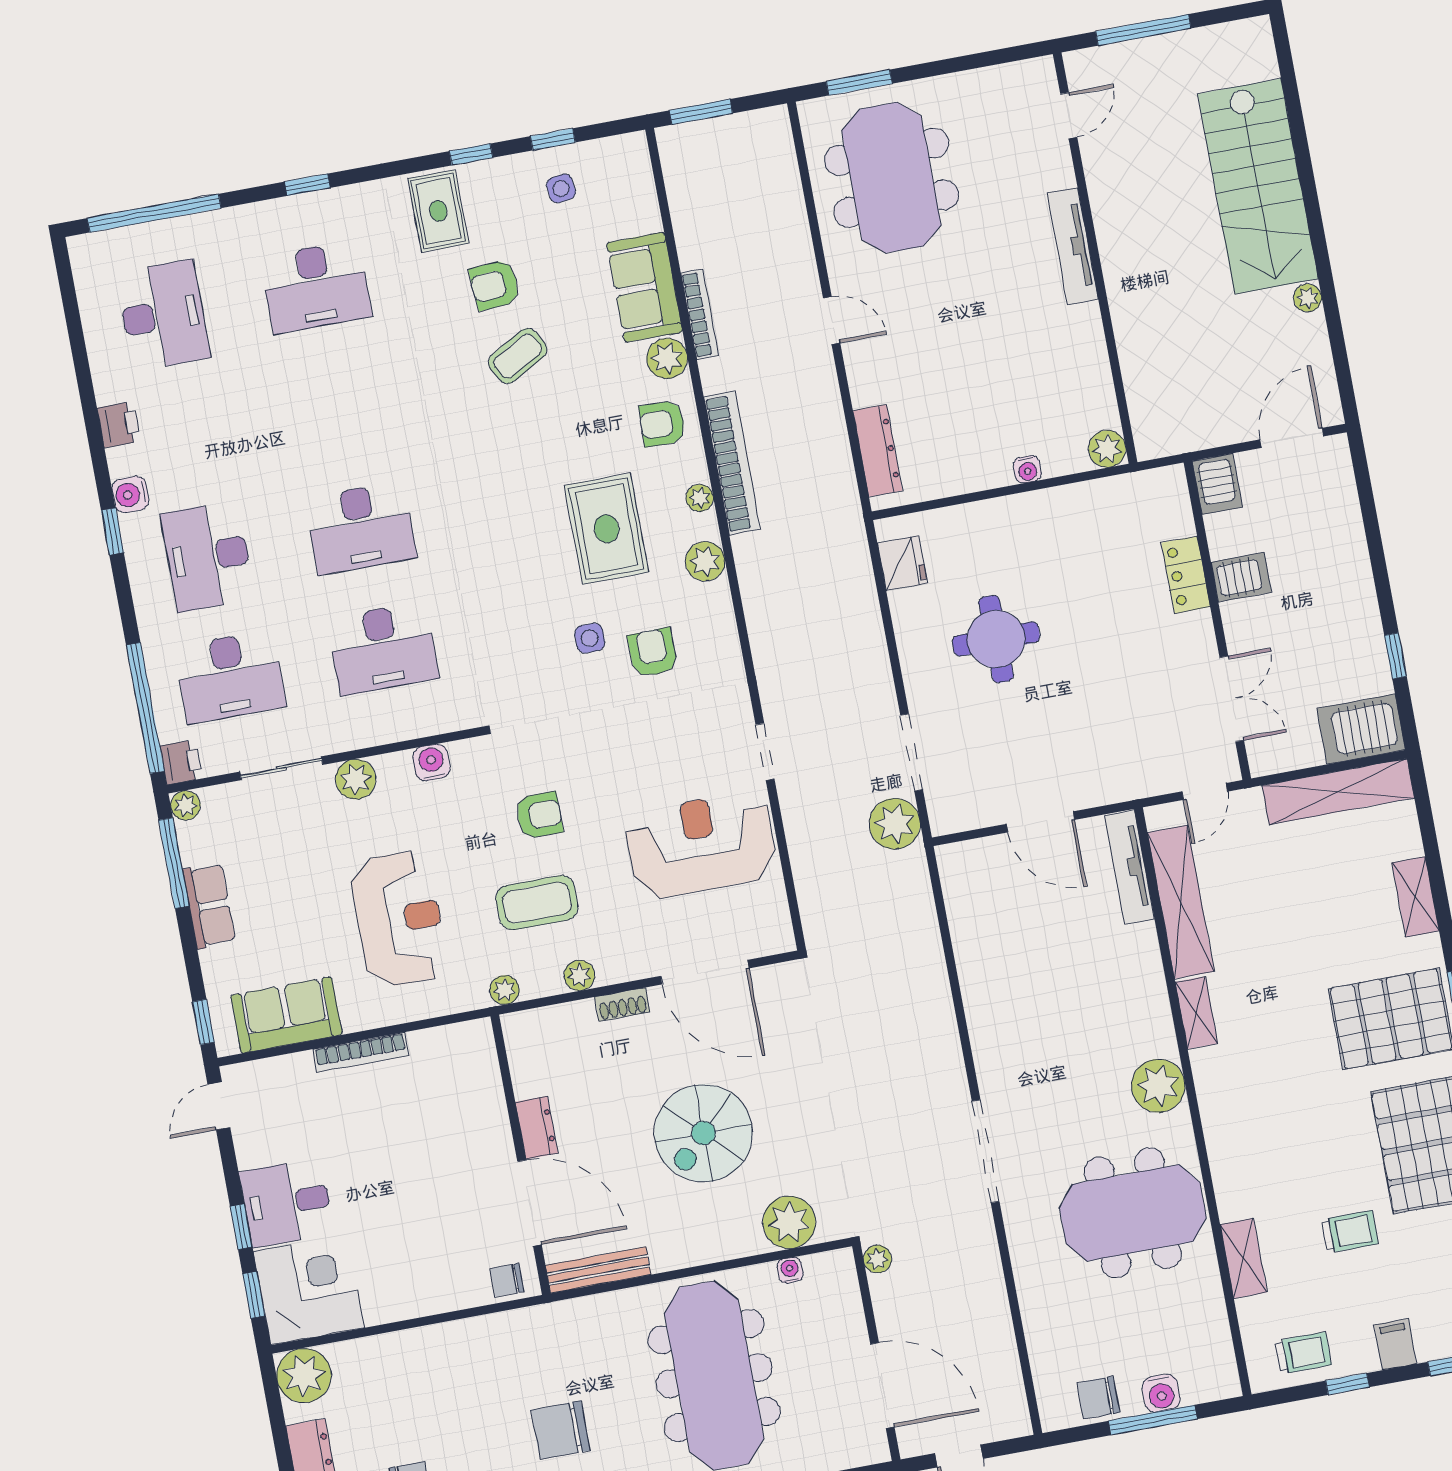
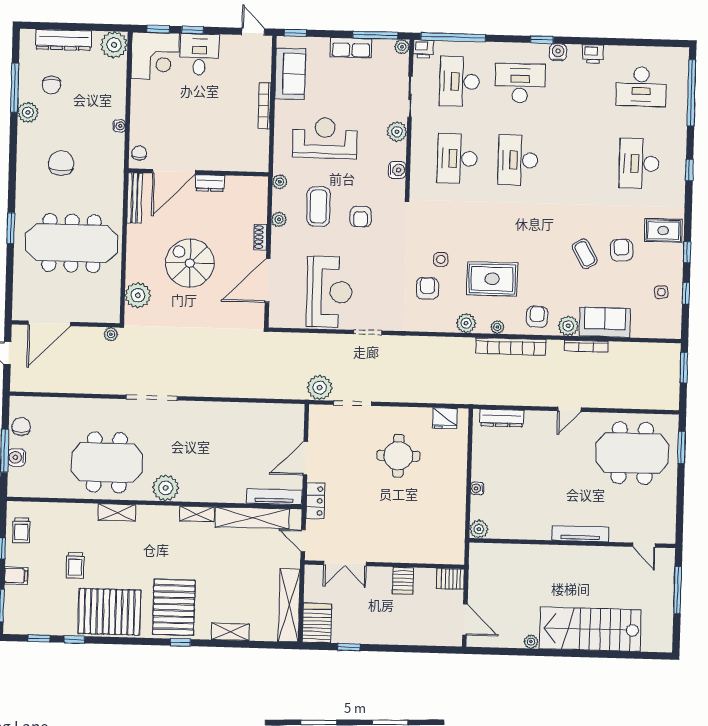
locker: (1186, 575) -> (315, 501), moved, turned 90
armchair: (653, 653) -> (427, 288), turned -90
reception desk: (399, 919) -> (325, 138), turned 180
meeting table: (1133, 1213) -> (107, 462), turned 90
shelving: (1244, 1258) -> (117, 512), moved
water cooler: (790, 1270) -> (119, 126), moved

